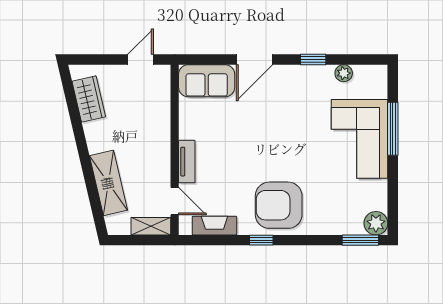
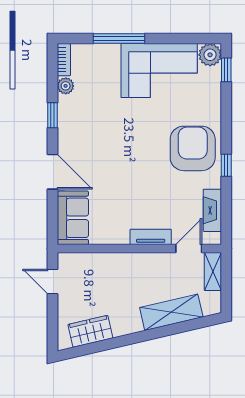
bookcase: (371, 71) -> (64, 60), added
corner sofa: (360, 139) -> (159, 71), moved
armchair: (279, 205) -> (193, 148), turned 180
window: (360, 240) -> (226, 70), width x0.67

